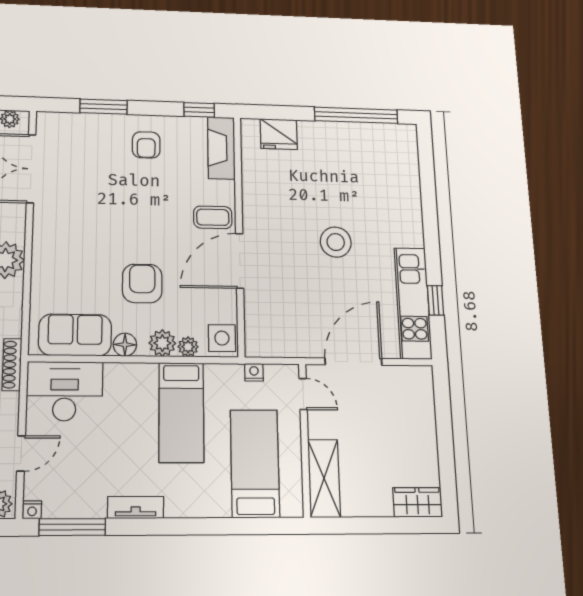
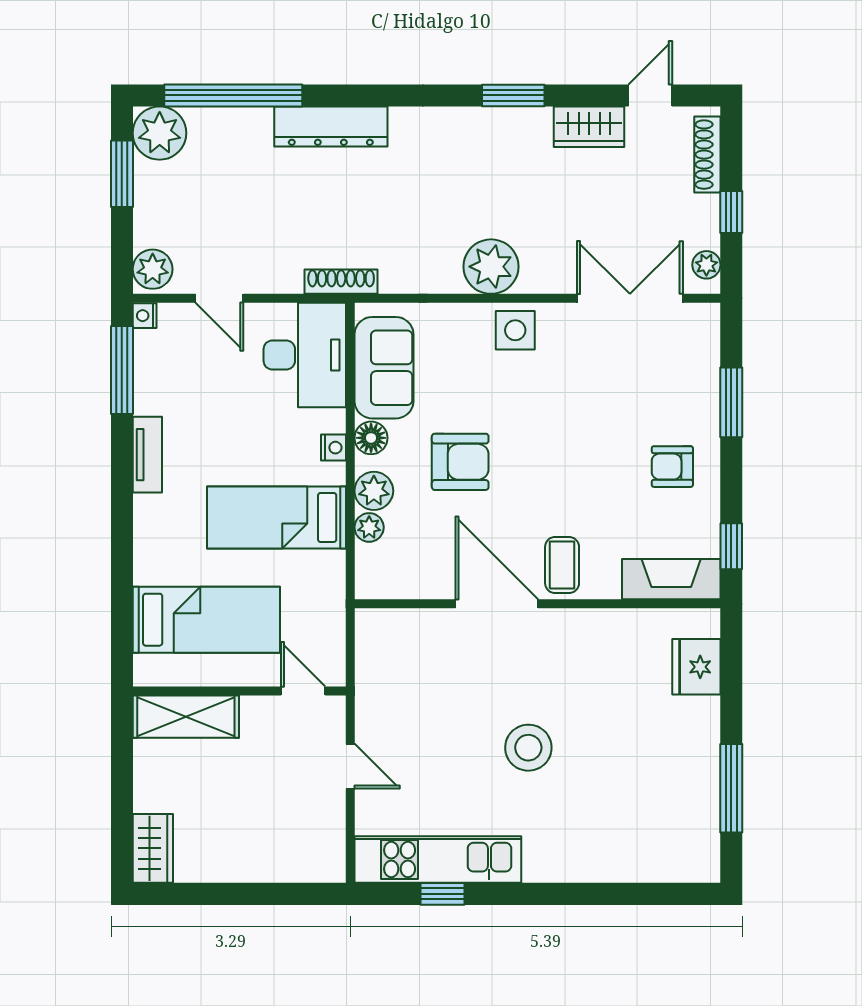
window: (356, 115) -> (731, 788), width x0.68
side table: (222, 338) -> (515, 330), moved
door: (353, 362) -> (350, 766), width x0.53
nightstand: (254, 372) -> (333, 448), moved
door: (303, 394) -> (303, 691), swing flipped

